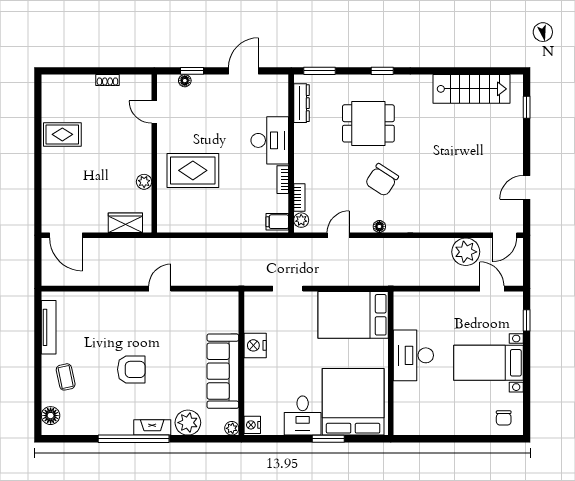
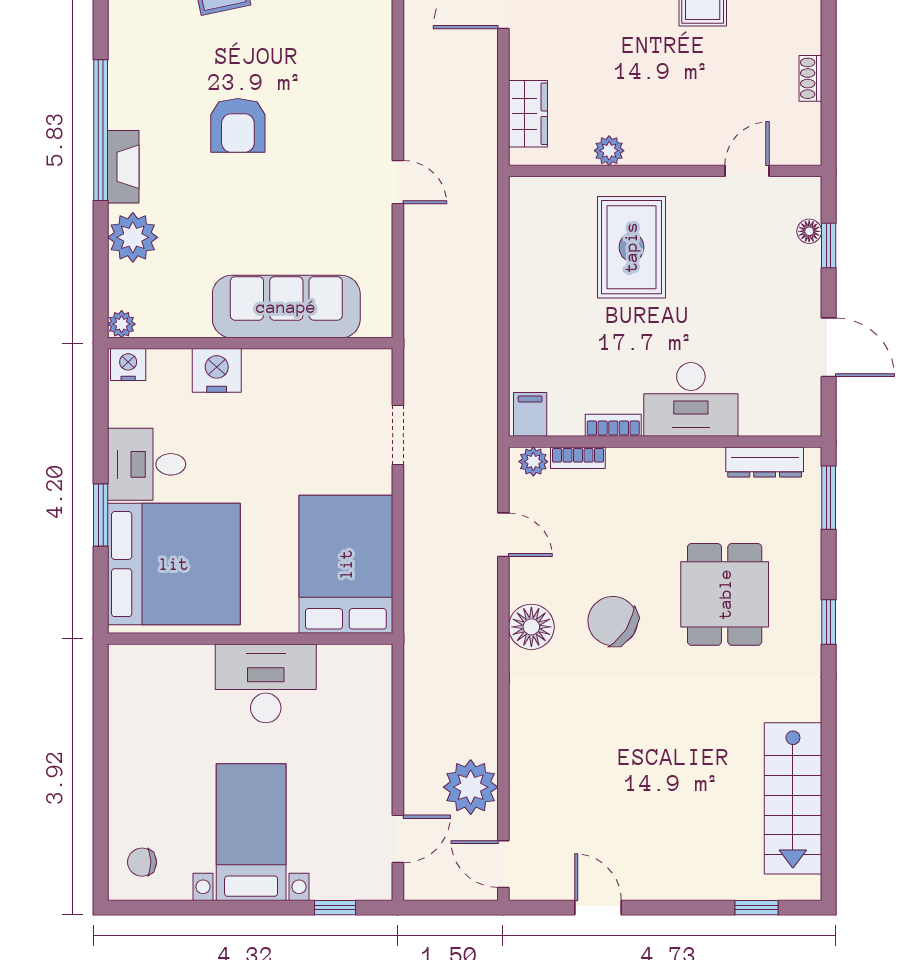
floor lamp: (379, 226) -> (531, 627), width x1.89, depth x1.89
nightstand: (255, 345) -> (217, 370), moved
sofa: (223, 371) -> (286, 307), moved

